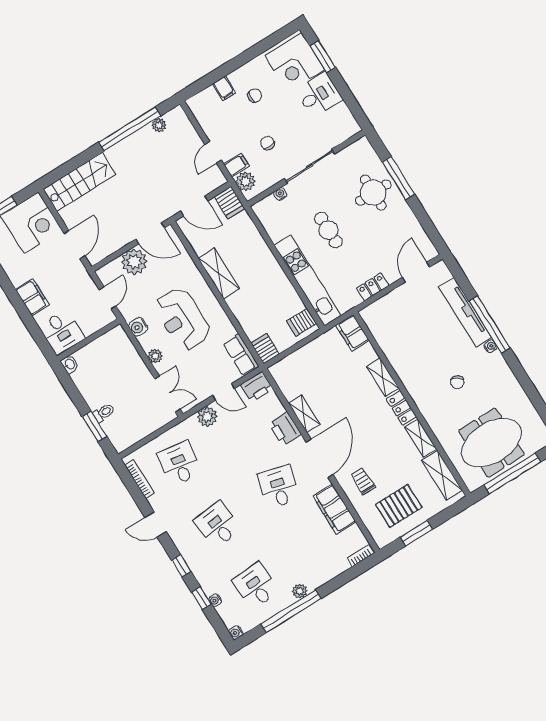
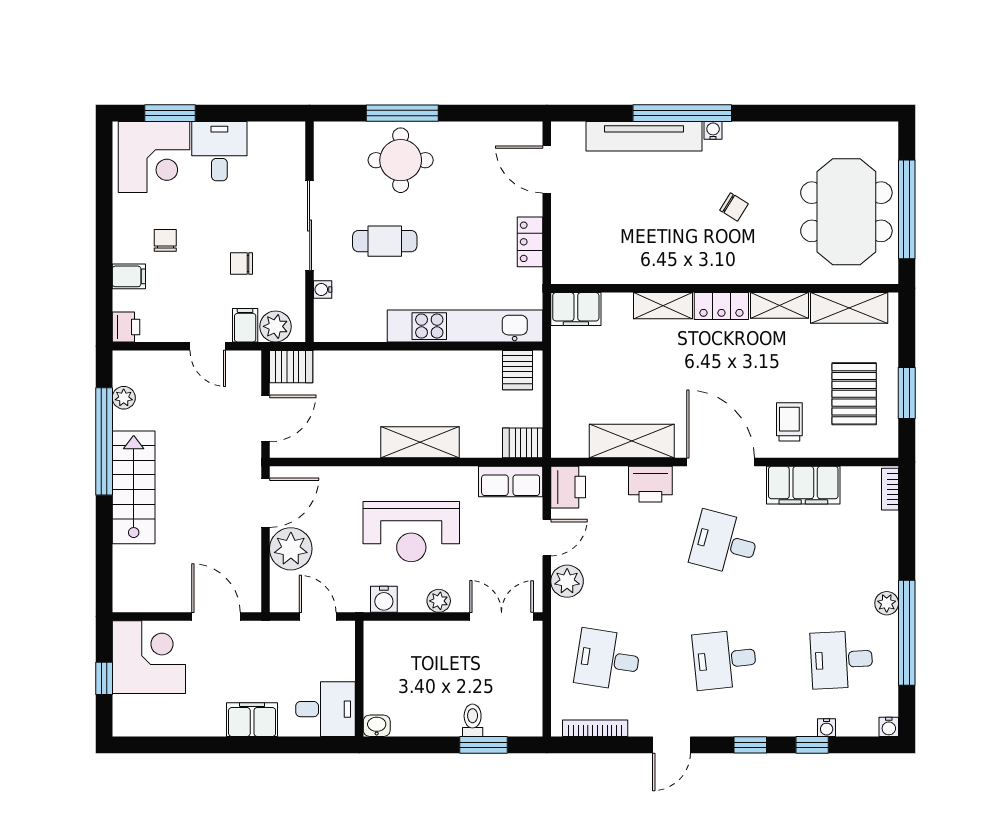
printer: (197, 103) -> (126, 327), added
stairs: (79, 182) -> (134, 487), moved
cafe table: (328, 230) -> (385, 241), moved
shelving: (219, 273) -> (420, 442), moved
shelving: (304, 414) -> (632, 441), width x1.50, depth x1.33
trolley: (363, 481) -> (789, 422), turned 90

